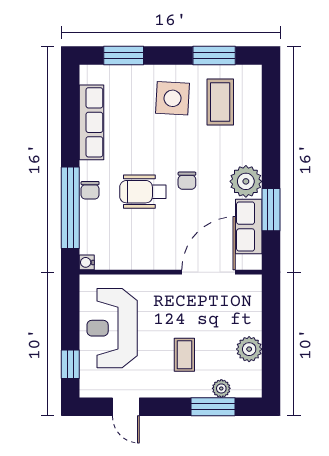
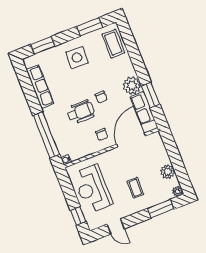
coffee table: (220, 102) -> (113, 44), moved
chair: (90, 190) -> (102, 134), moved
wheelchair: (143, 192) -> (81, 112), turned 180
plant: (221, 388) -> (178, 191), moved

